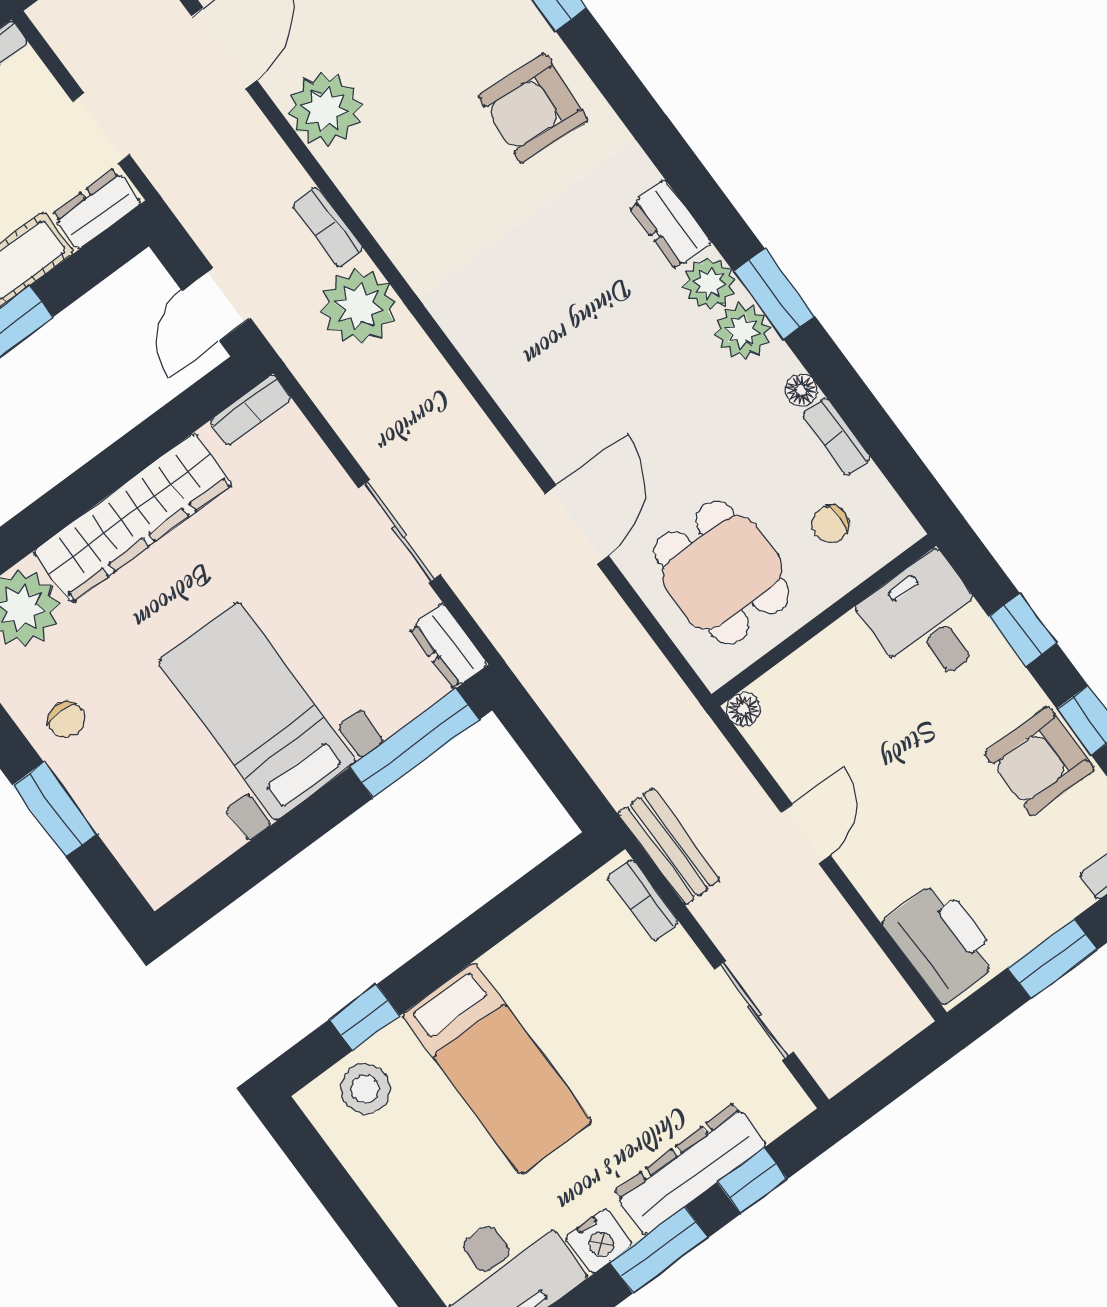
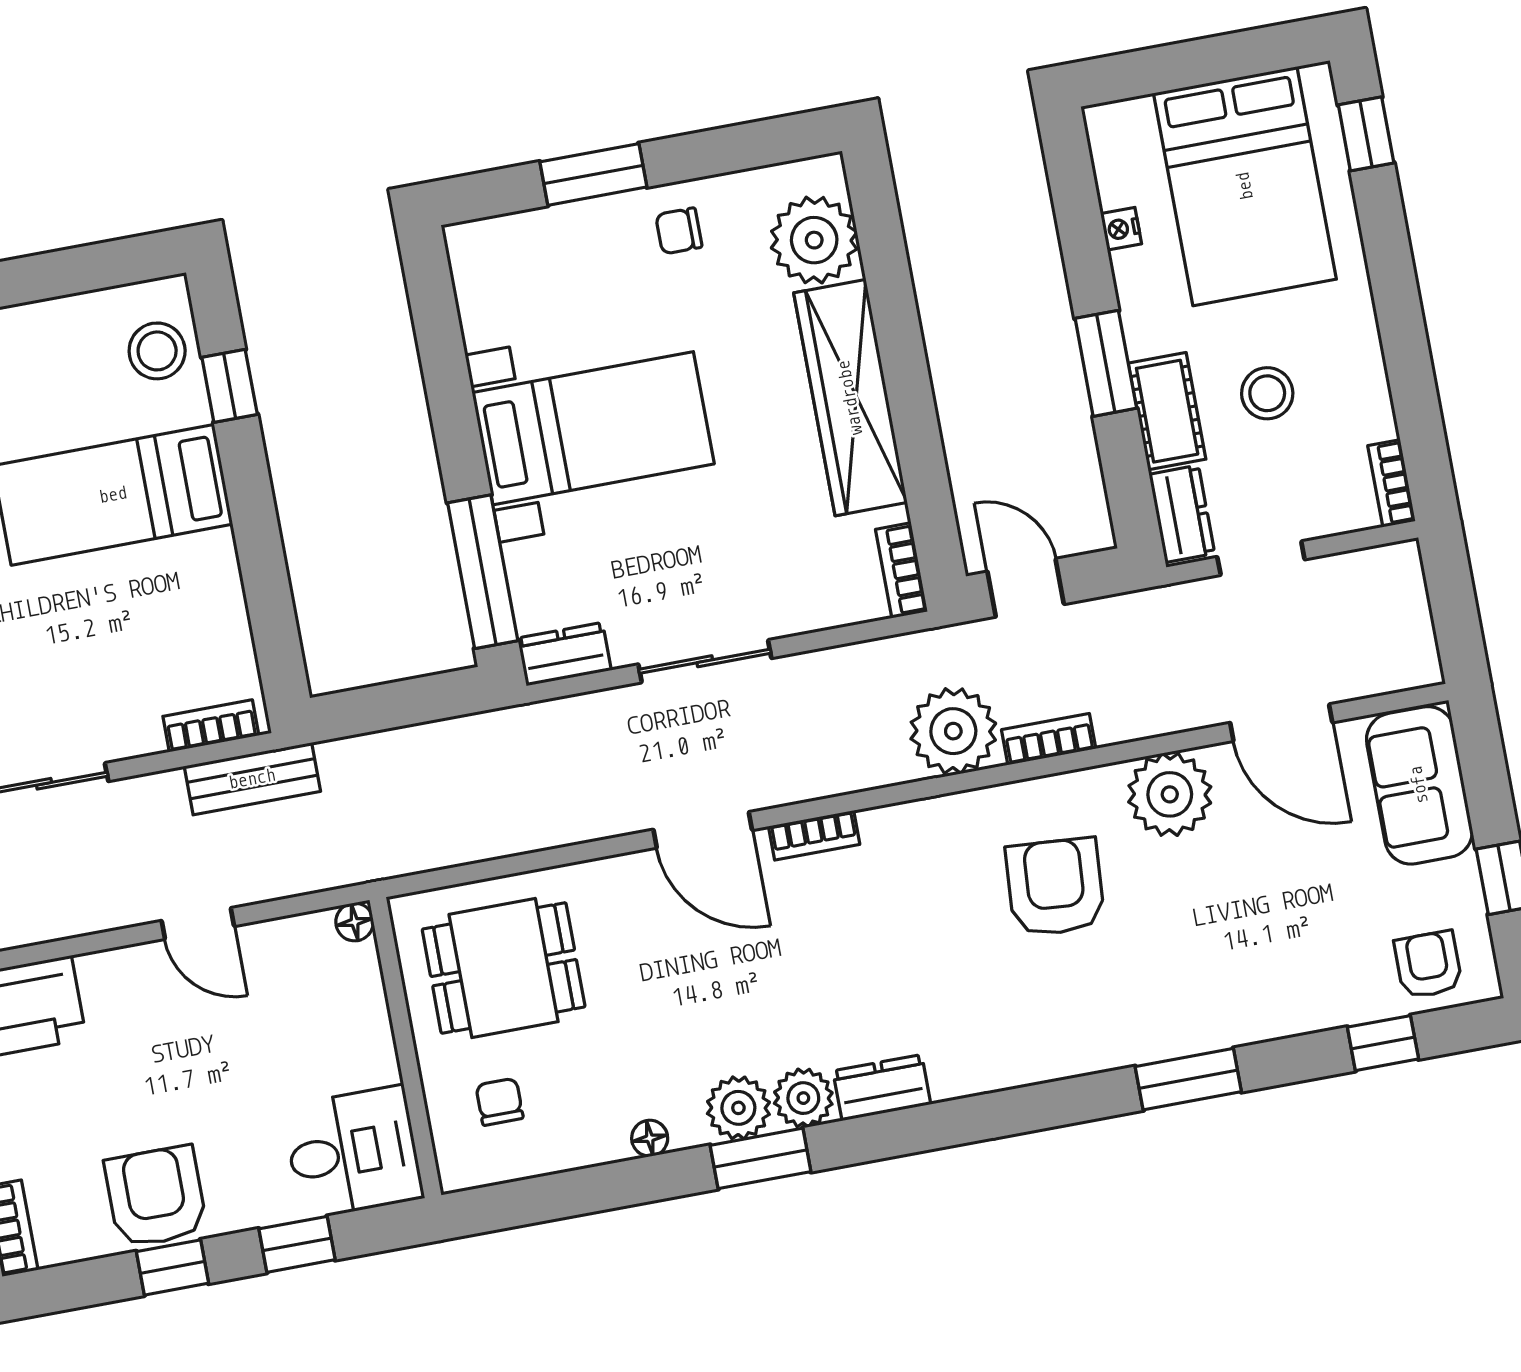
armchair: (533, 108) -> (1055, 887), moved
bookcase: (836, 437) -> (814, 835), moved, turned 180
door: (577, 525) -> (703, 830), moved

